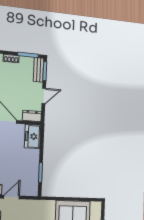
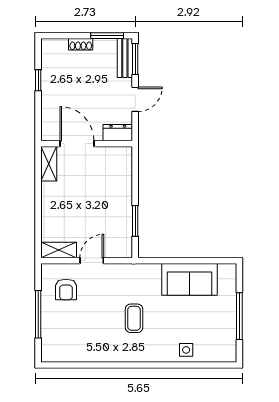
freezer: (33, 136) -> (120, 165), removed

